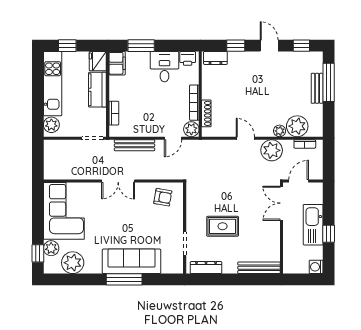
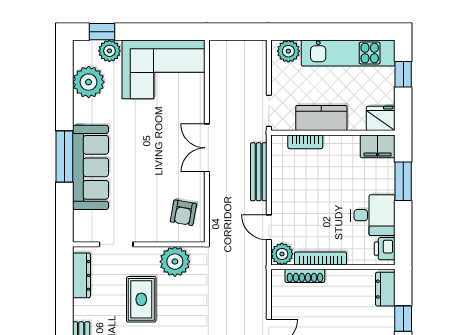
kitchen counter: (97, 90) -> (321, 118), moved
plant: (196, 203) -> (175, 262), added

